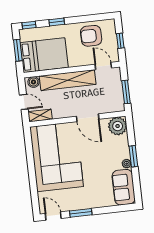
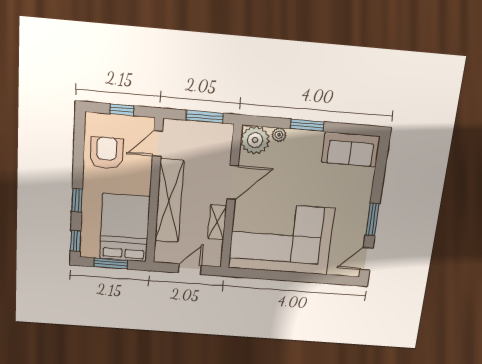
armchair: (91, 36) -> (107, 153), turned 180
boiler: (33, 82) -> (163, 250), removed
shelving: (40, 115) -> (217, 222), moved
plant: (127, 164) -> (279, 135), moved

